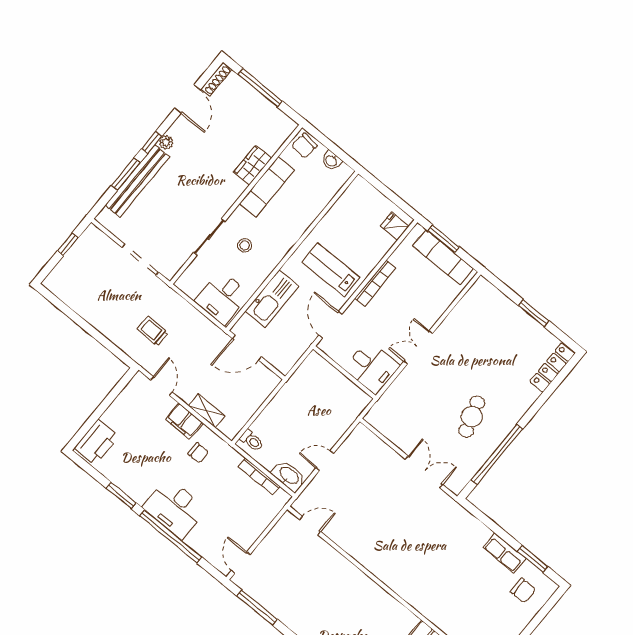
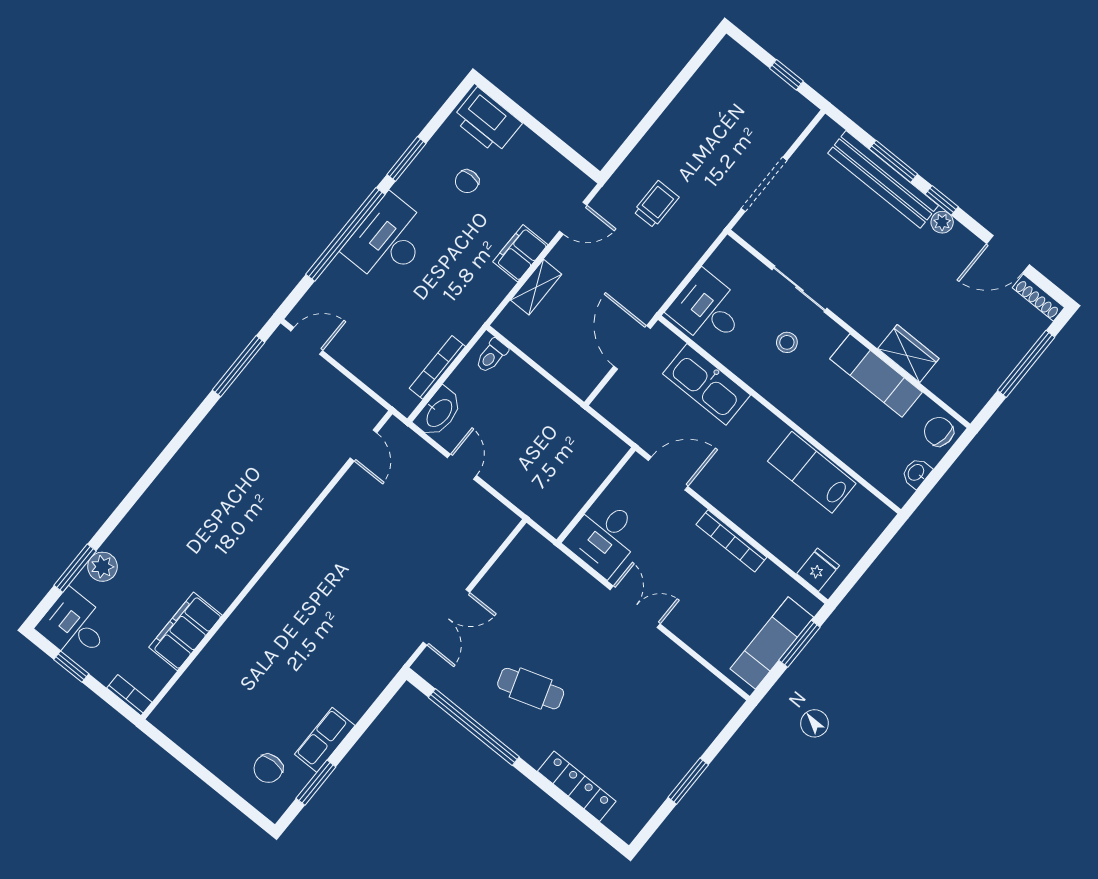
lab bench: (331, 270) -> (812, 472), moved, turned -90
locker: (552, 368) -> (577, 786), moved
chair: (198, 453) -> (467, 181), moved

